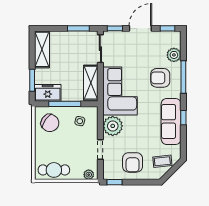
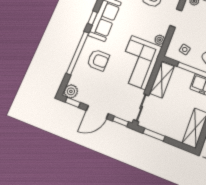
plant: (174, 55) -> (71, 91), moved
window: (183, 77) -> (78, 53), width x1.46
plant: (113, 126) -> (160, 40), width x0.53, depth x0.53

